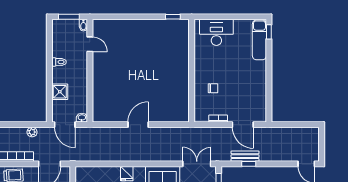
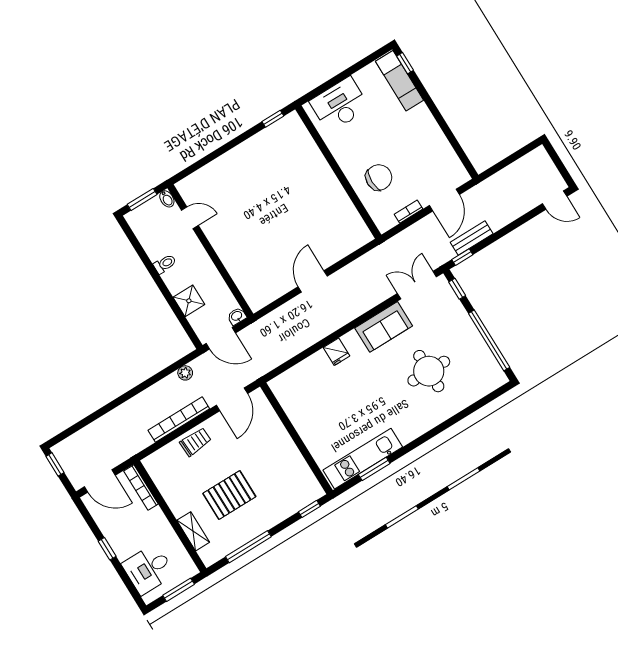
chair: (213, 88) -> (379, 177), width x1.87, depth x1.87
door: (243, 125) -> (444, 200), hinge flipped
window: (249, 164) -> (462, 257), moved

